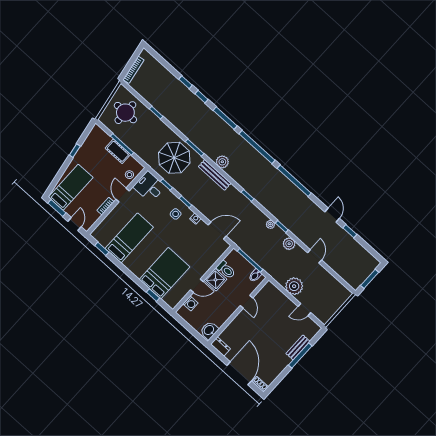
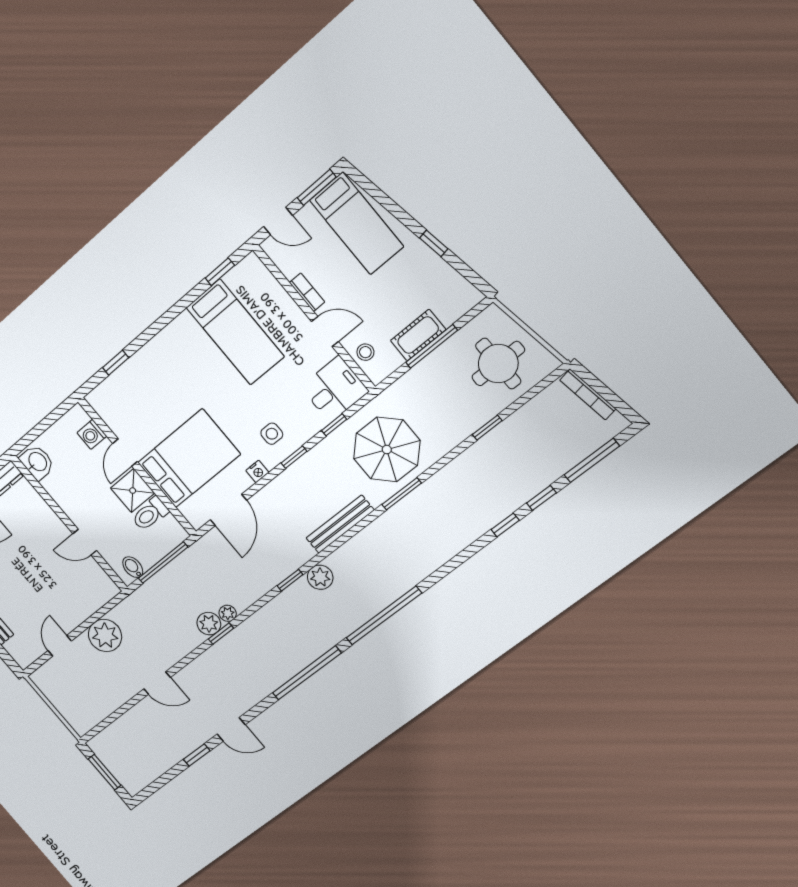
window: (225, 118) -> (592, 460), moved
plant: (222, 162) -> (320, 577), moved
plant: (289, 244) -> (209, 624), moved
bed: (165, 273) -> (189, 458), moved, turned -90

